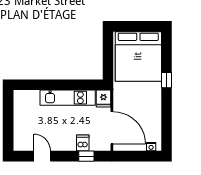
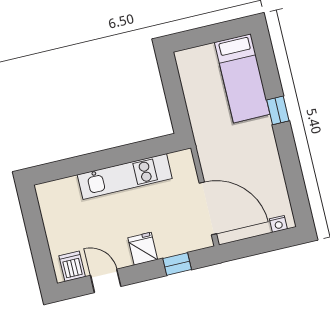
bed: (138, 56) -> (242, 78), width x0.49
fridge: (103, 98) -> (143, 249), moved, turned 180
dishwasher: (83, 143) -> (72, 266), moved

